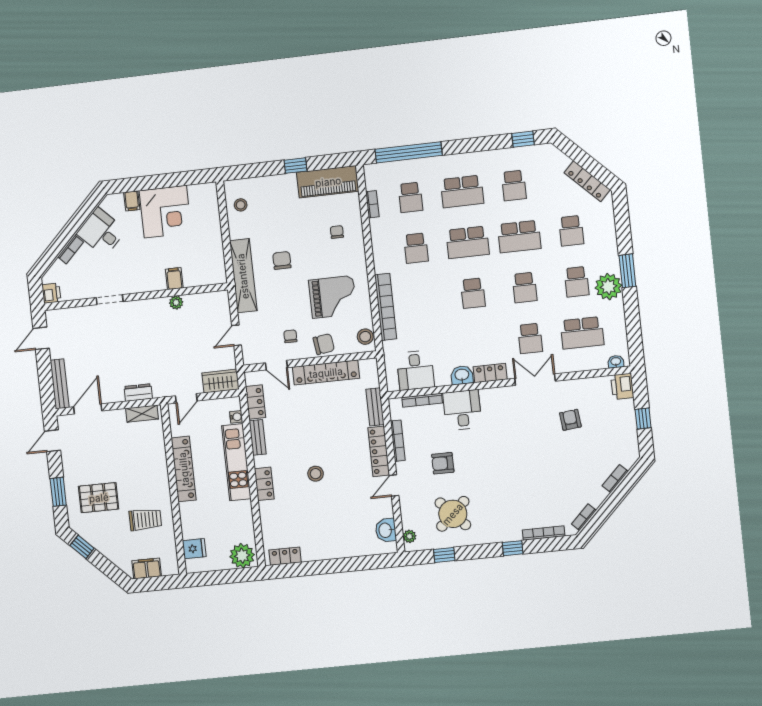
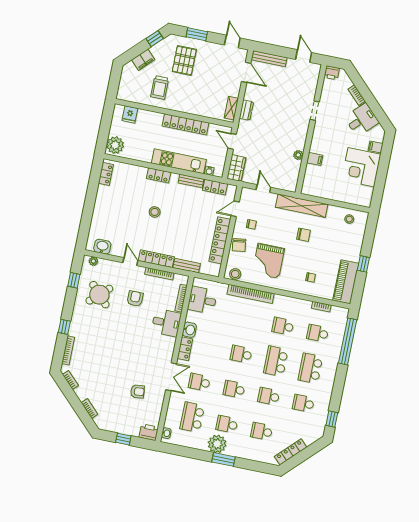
school desk: (519, 237) -> (269, 396), width x0.54
filing cabinet: (147, 568) -> (143, 60), moved, turned 45

